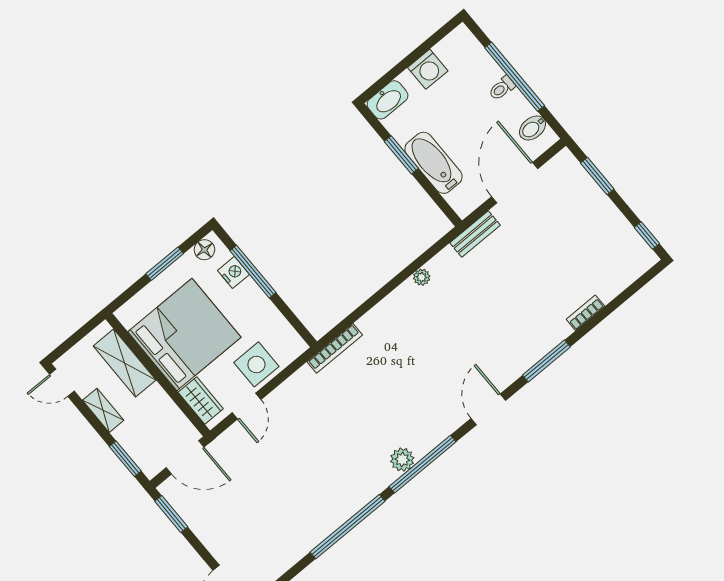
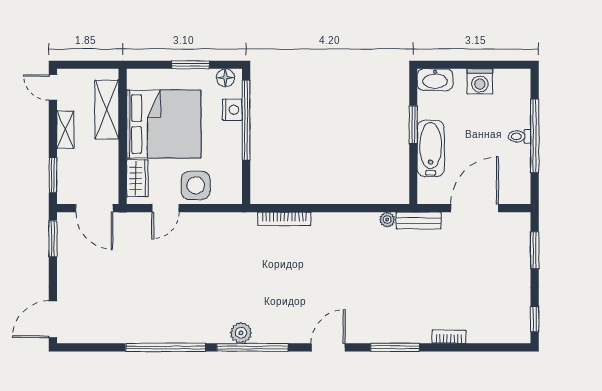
bidet: (533, 128) -> (518, 181), removed
window: (253, 272) -> (246, 120), width x1.46
plant: (422, 277) -> (387, 220), moved
bookcase: (335, 348) -> (284, 219), moved

